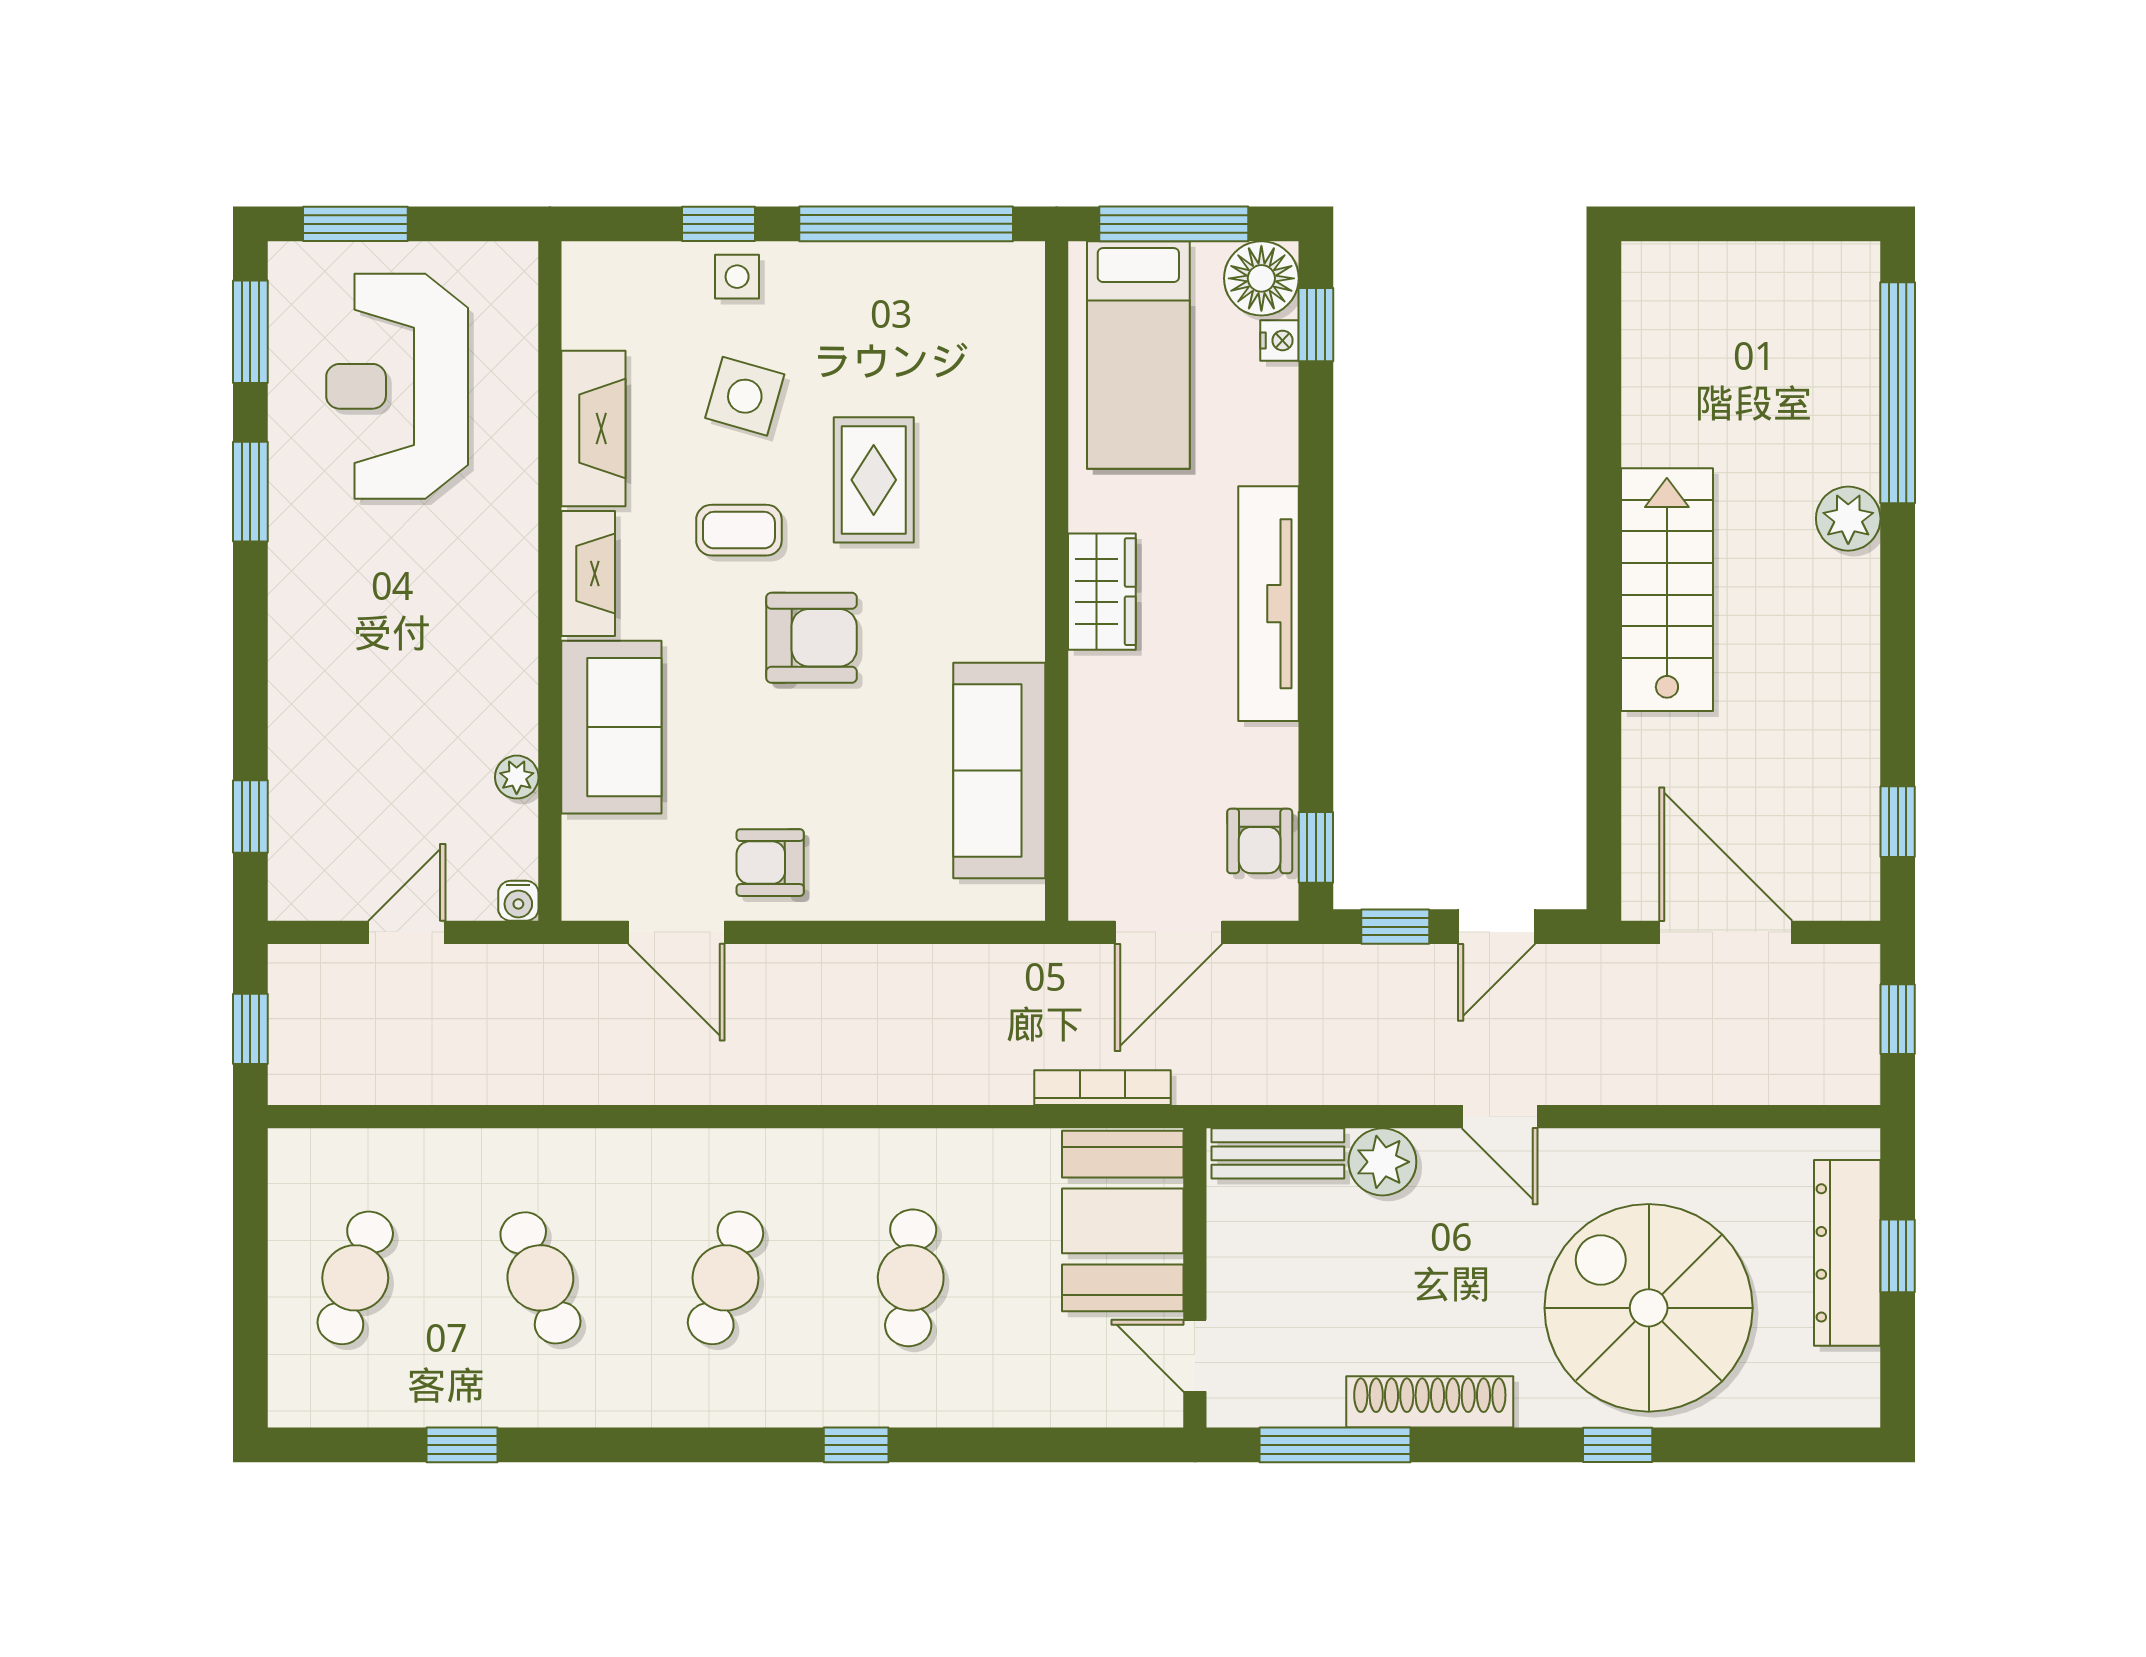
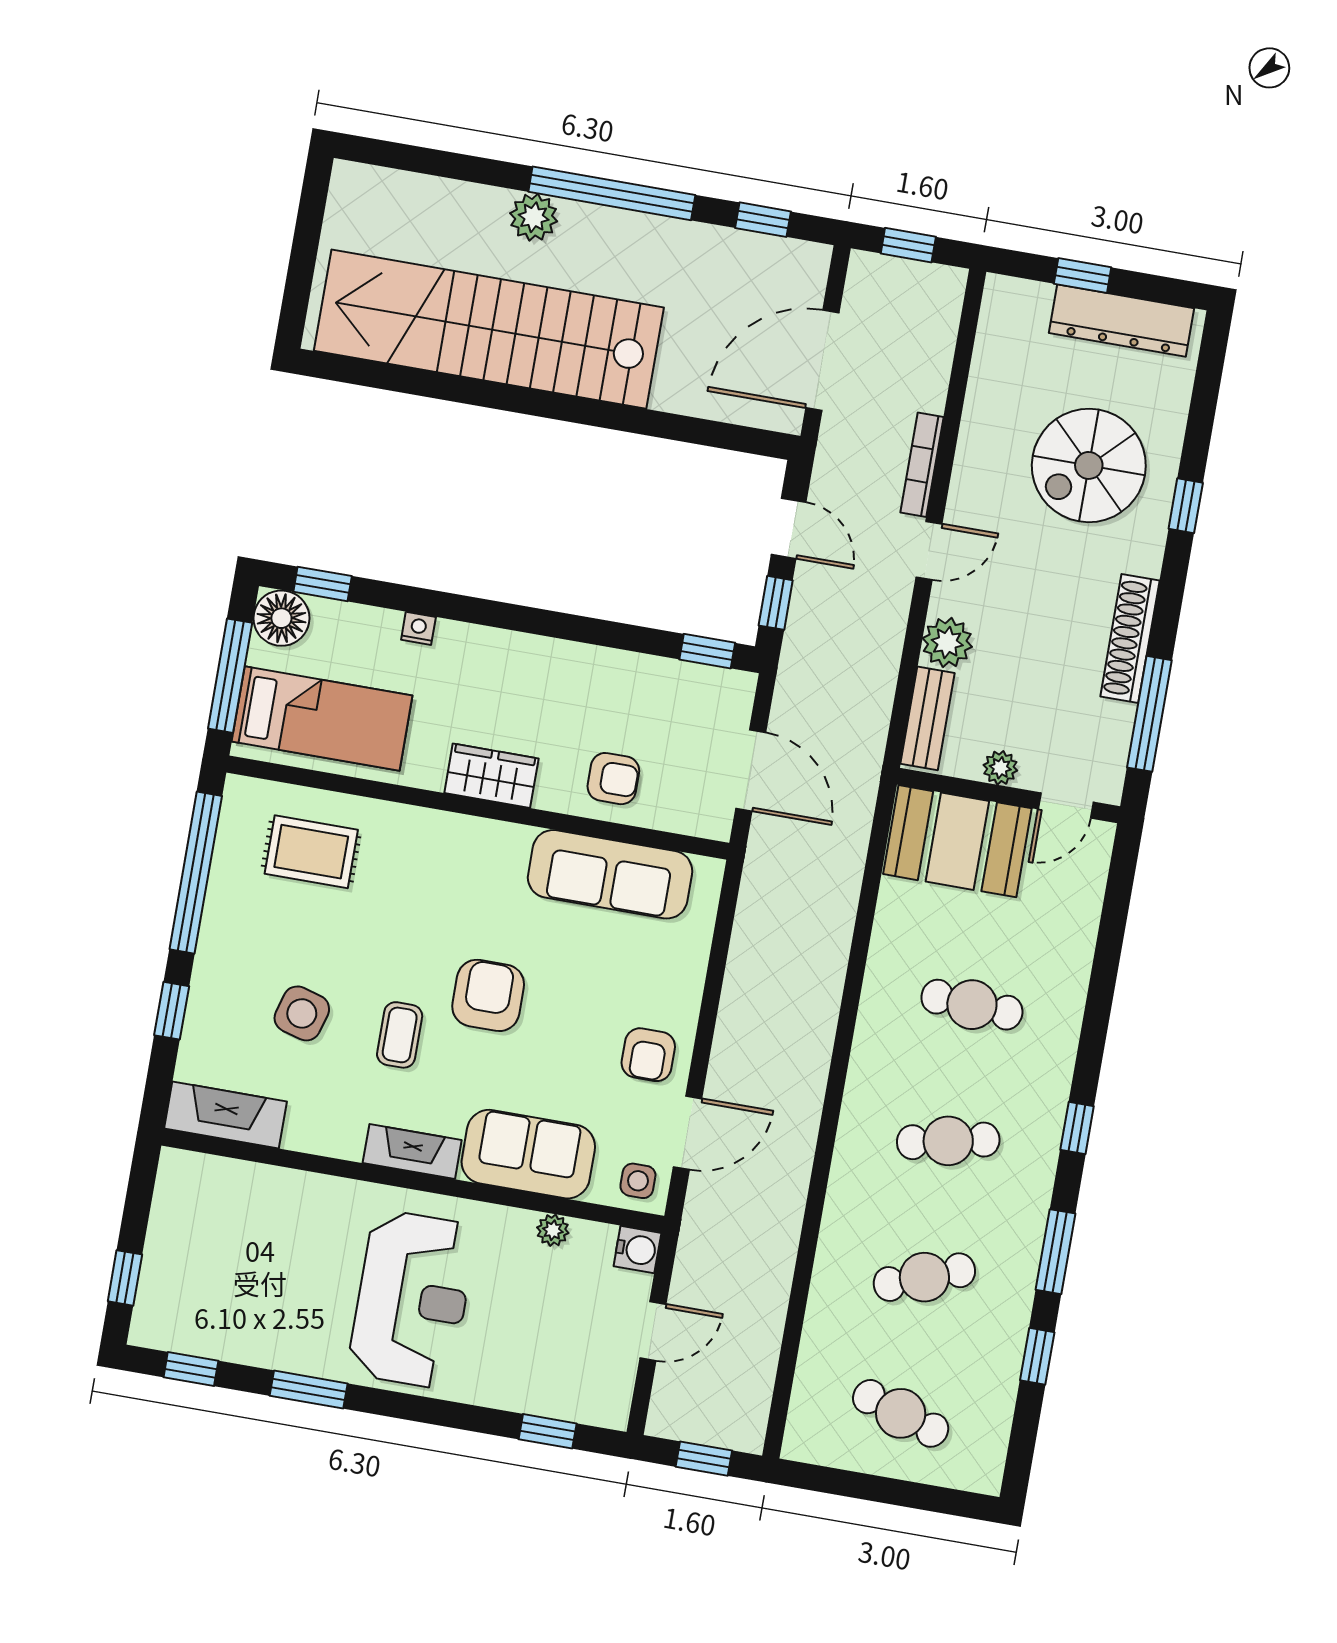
window: (355, 224) -> (125, 1278), width x0.67
side table: (737, 277) -> (638, 1181), moved
window: (250, 332) -> (191, 1369), width x0.67
nightstand: (1279, 340) -> (418, 628), moved
reception desk: (397, 386) -> (412, 1299), moved, turned -90
window: (1898, 393) -> (612, 193), moved
fireplace: (593, 429) -> (226, 1115), moved
rug: (874, 480) -> (311, 852), moved
stairs: (1667, 590) -> (489, 329), width x1.86, depth x1.51
tv unit: (1269, 604) -> (522, 655), removed
armchair: (1260, 841) -> (613, 779), moved
water cooler: (518, 901) -> (637, 1250), width x1.38, depth x1.38
door: (407, 932) -> (653, 1331), swing flipped
bookcase: (1102, 1088) -> (922, 465), moved
dresser: (1847, 1253) -> (1122, 321), moved
plant: (1230, 1261) -> (1000, 768), added
cafe table: (726, 1278) -> (948, 1141), turned -30
spiral stairs: (1649, 1308) -> (1089, 465), width x0.73, depth x0.73
window: (604, 1445) -> (1056, 1252), added
window: (856, 1445) -> (1077, 1128), moved

